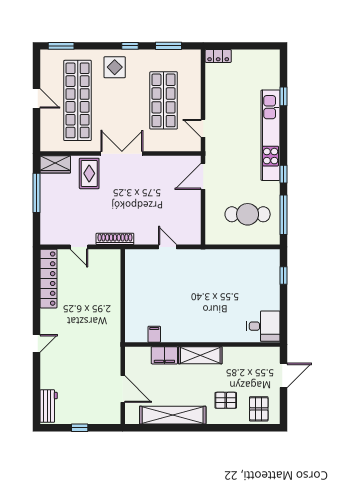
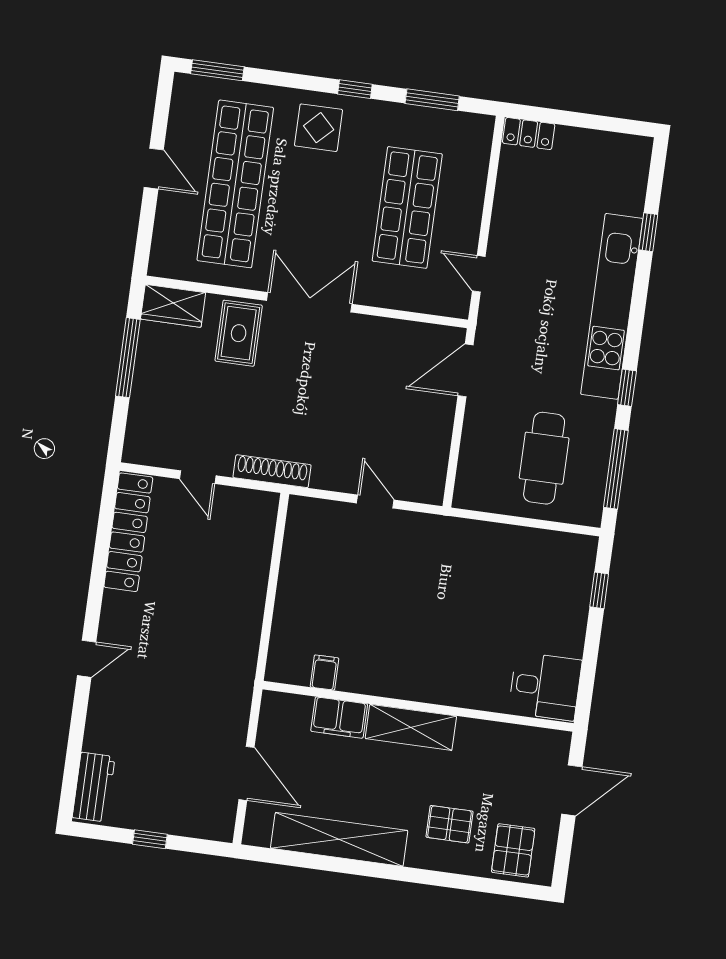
cafe table: (248, 214) -> (544, 458), turned 90

